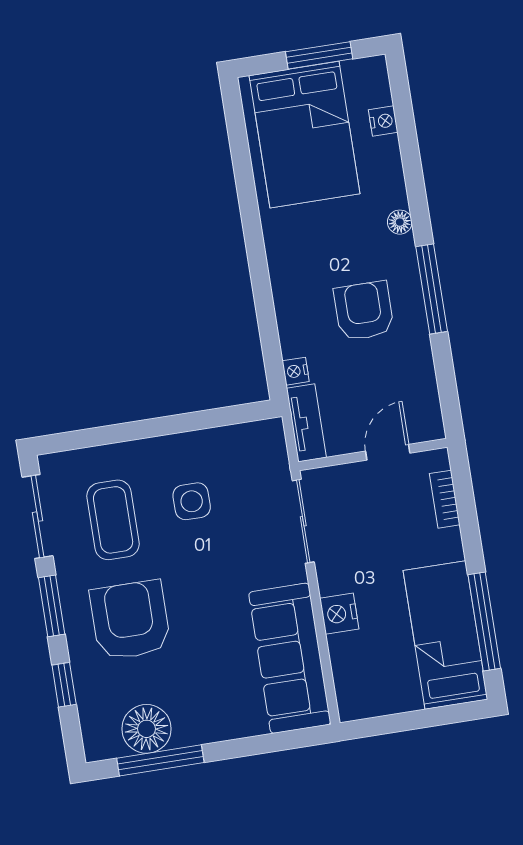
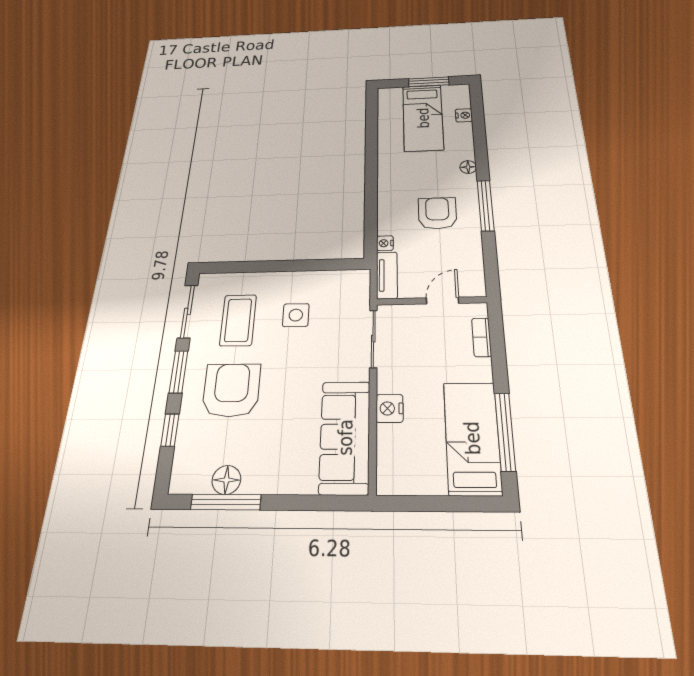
bed: (305, 135) -> (423, 118), width x0.67
floor lamp: (147, 729) -> (226, 480), width x0.73, depth x0.73

